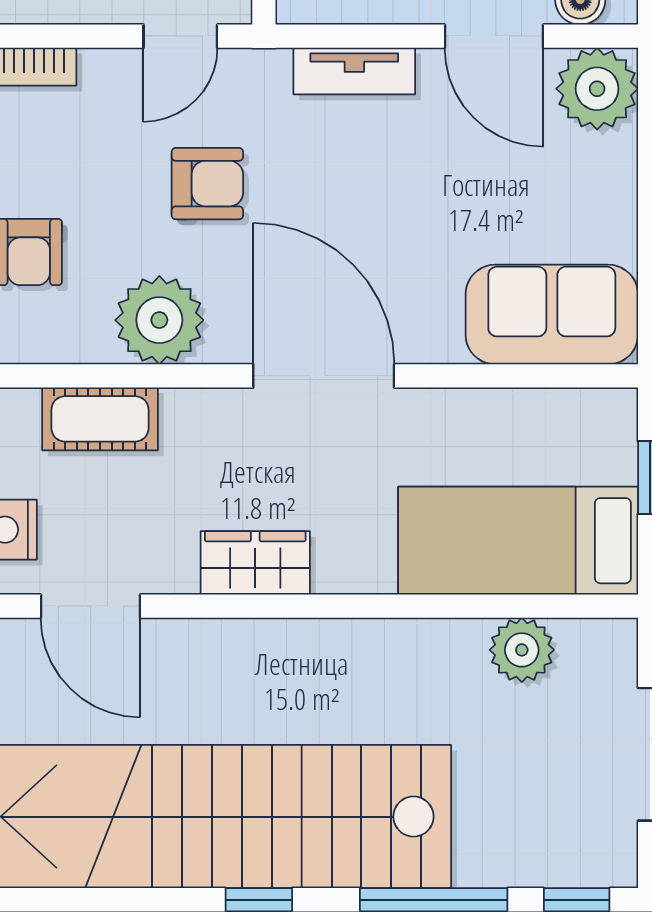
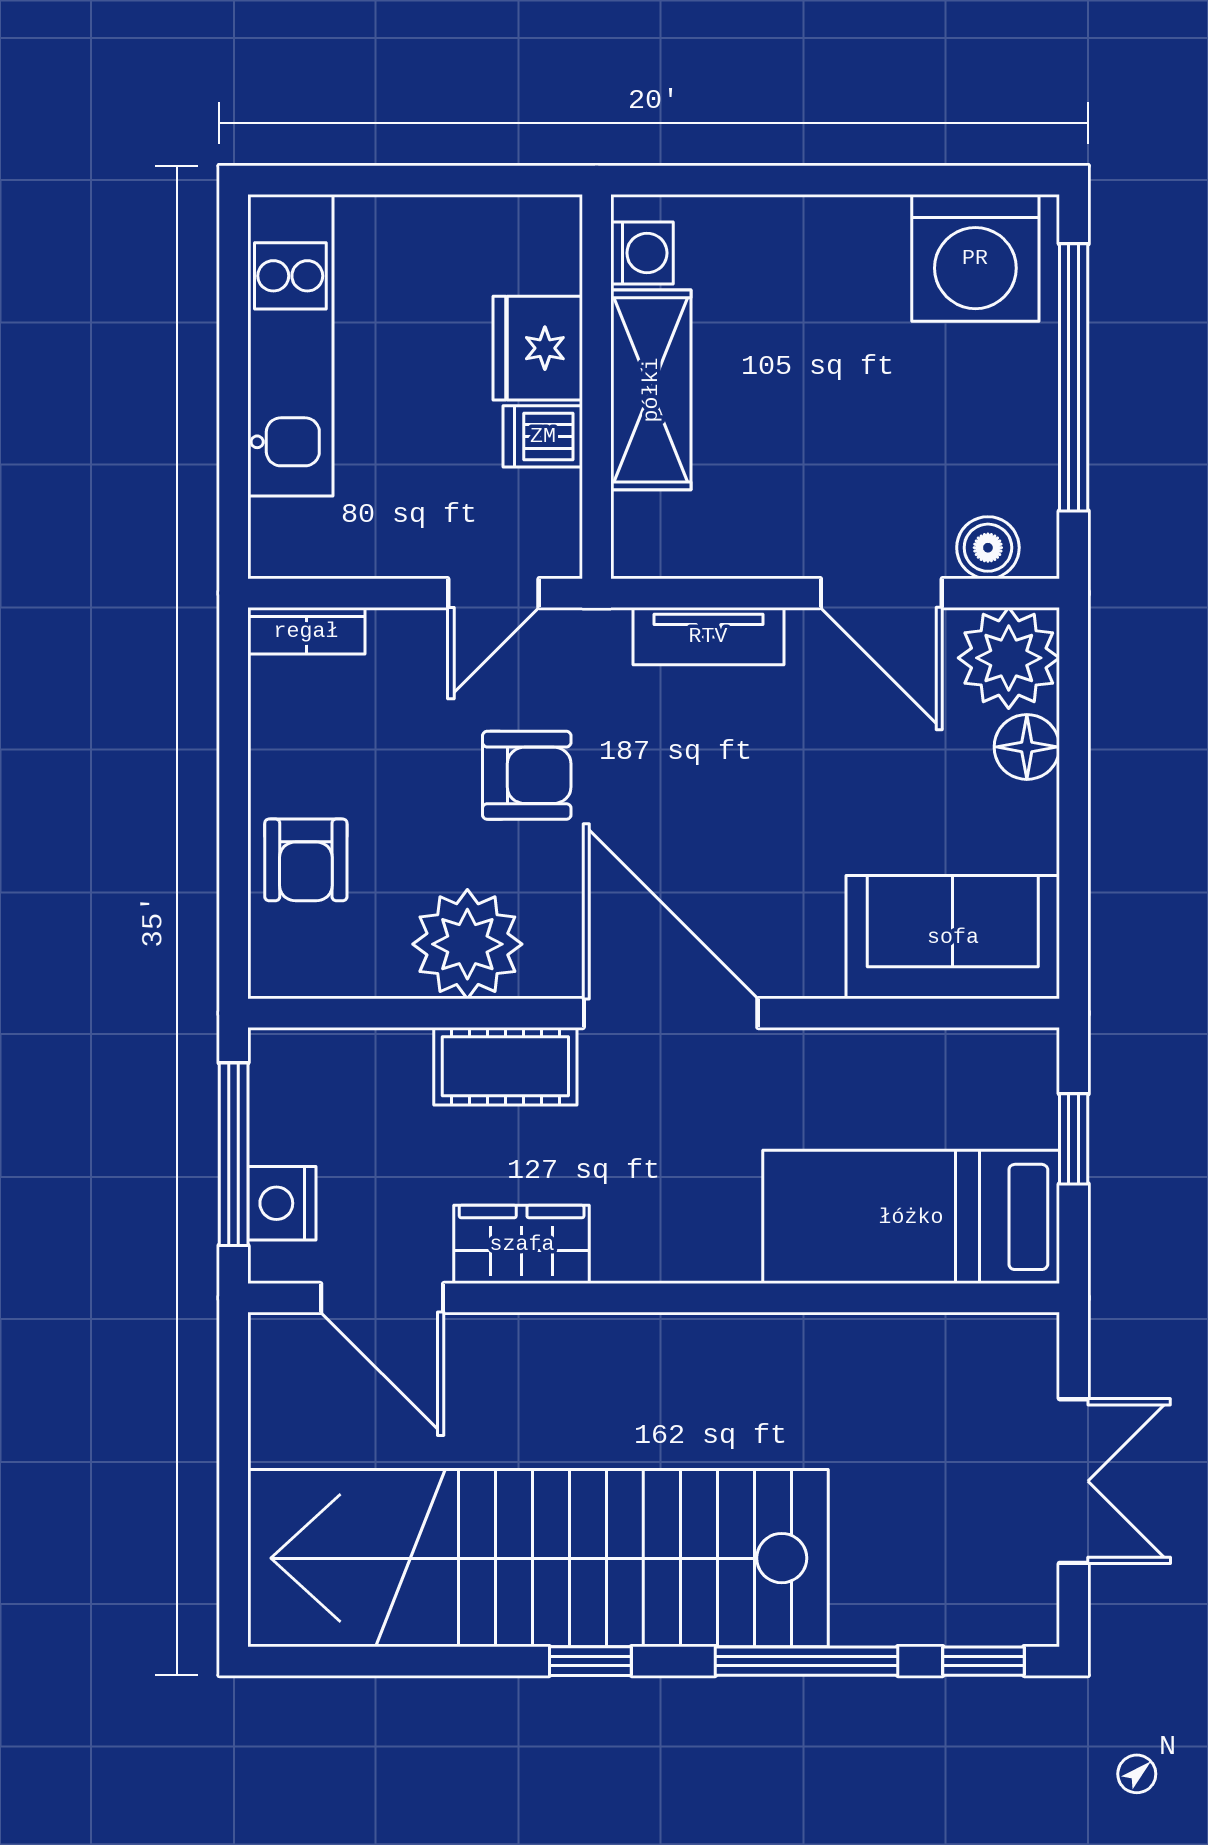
floor lamp: (612, 161) -> (1027, 747), added
cot: (100, 419) -> (505, 1066), moved
wardrobe: (255, 563) -> (522, 1244), moved
plant: (522, 650) -> (916, 1352), removed

